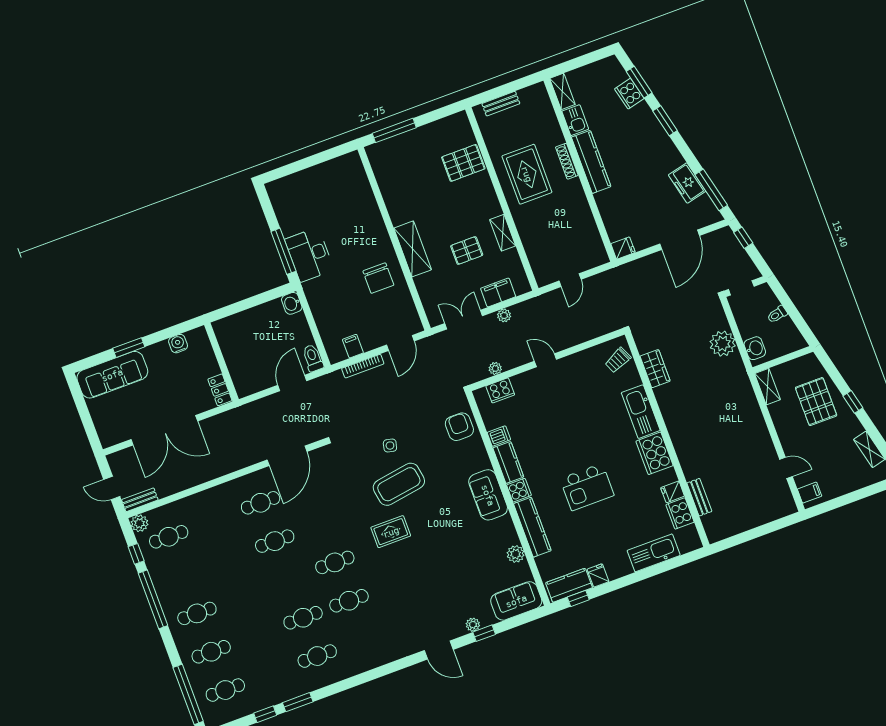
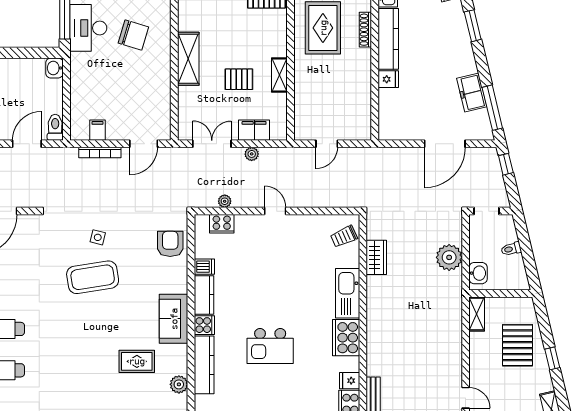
fridge: (623, 248) -> (388, 79), moved
chair: (378, 278) -> (133, 35), moved, turned -73
rug: (391, 532) -> (137, 361), moved

